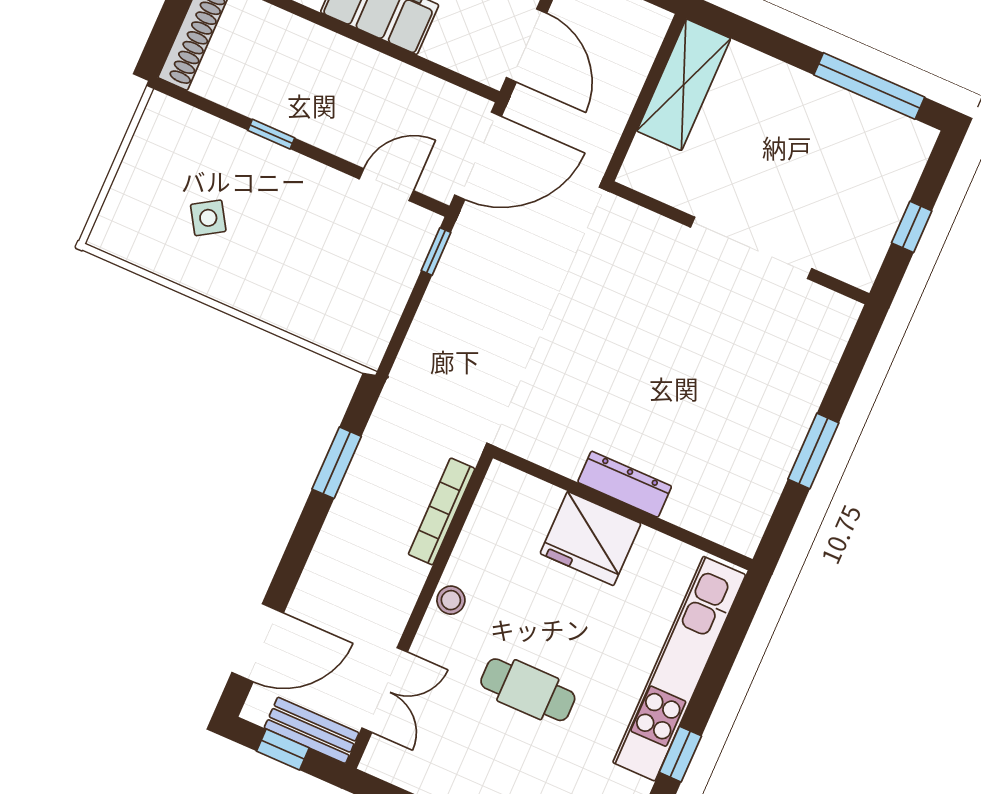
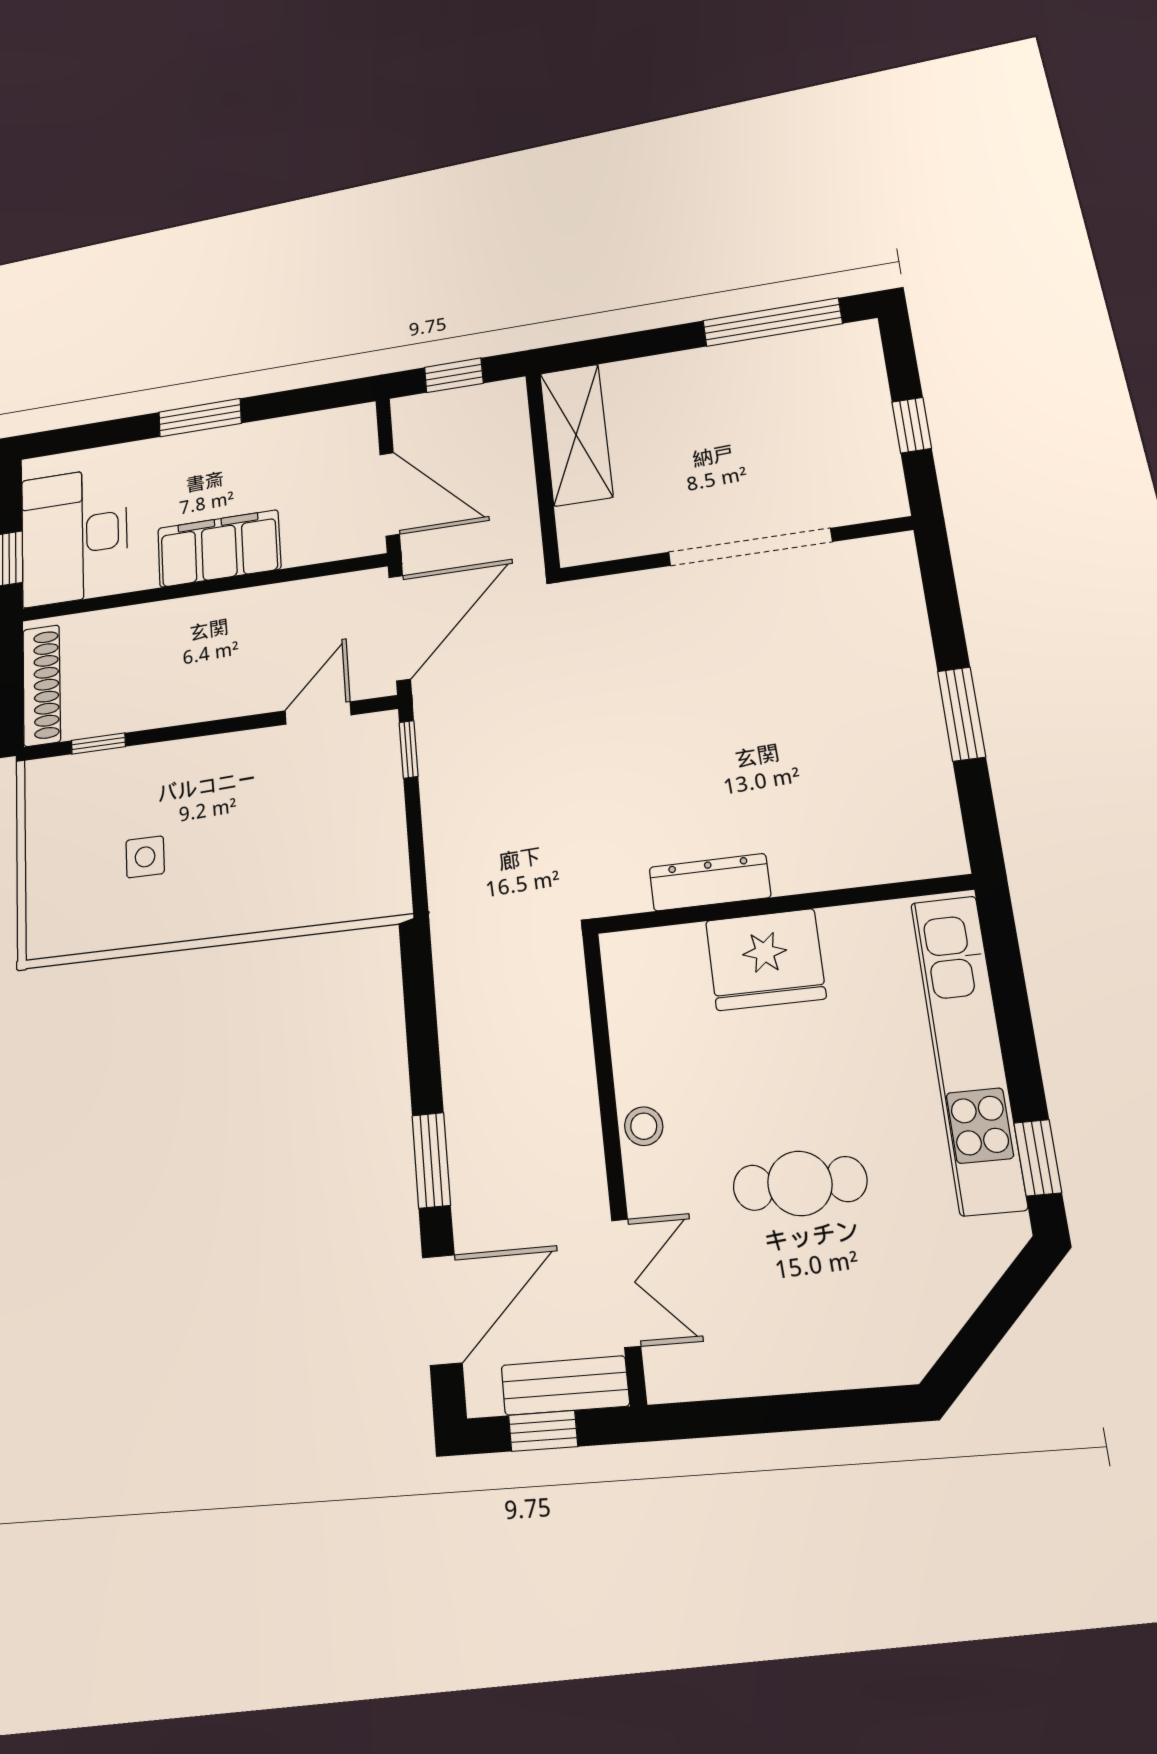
window: (271, 134) -> (98, 744), moved
side table: (208, 218) -> (145, 857), turned 32
window: (337, 463) -> (431, 1160), moved
dresser: (625, 484) -> (710, 882), moved
bookcase: (442, 511) -> (574, 1028), removed

